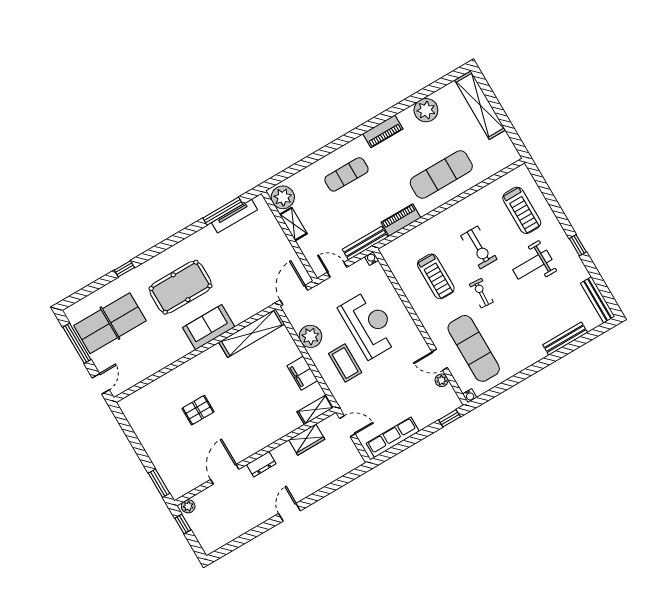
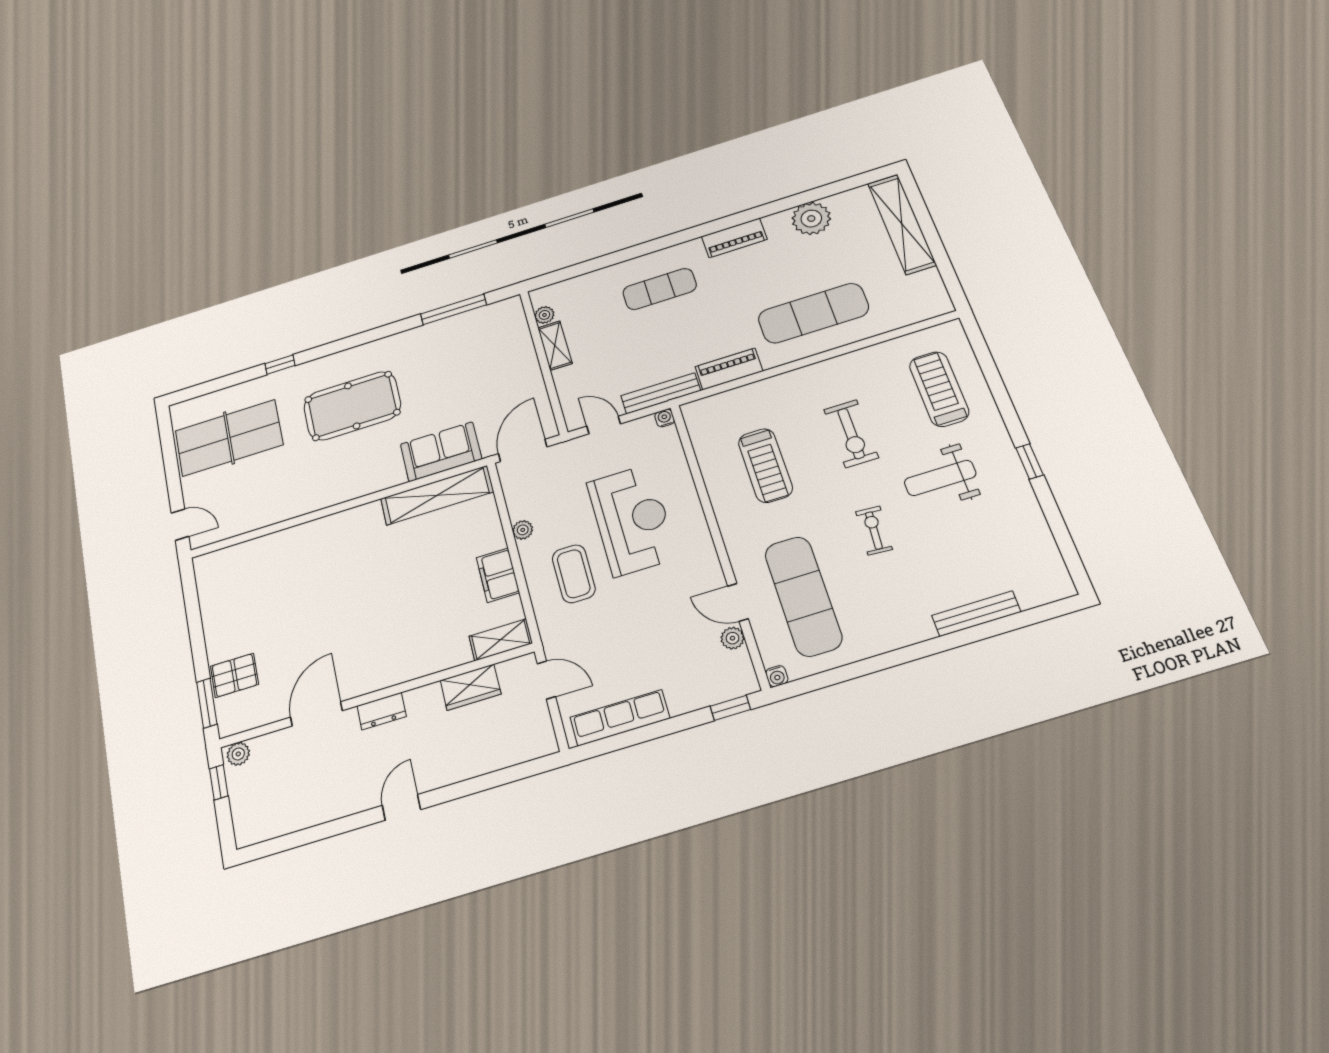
plant: (283, 197) -> (544, 315), width x0.53, depth x0.53
treadmill: (522, 210) -> (939, 389), turned 180
tv unit: (234, 216) -> (469, 319), removed
exercise bike: (481, 293) -> (874, 530), moved
bench: (598, 300) -> (1051, 559), removed
sofa: (209, 327) -> (441, 452), moved
plant: (310, 336) -> (523, 530), width x0.53, depth x0.53
window: (77, 343) -> (170, 457), removed
door: (101, 384) -> (180, 525), hinge flipped
pallet: (198, 410) -> (234, 675), moved

